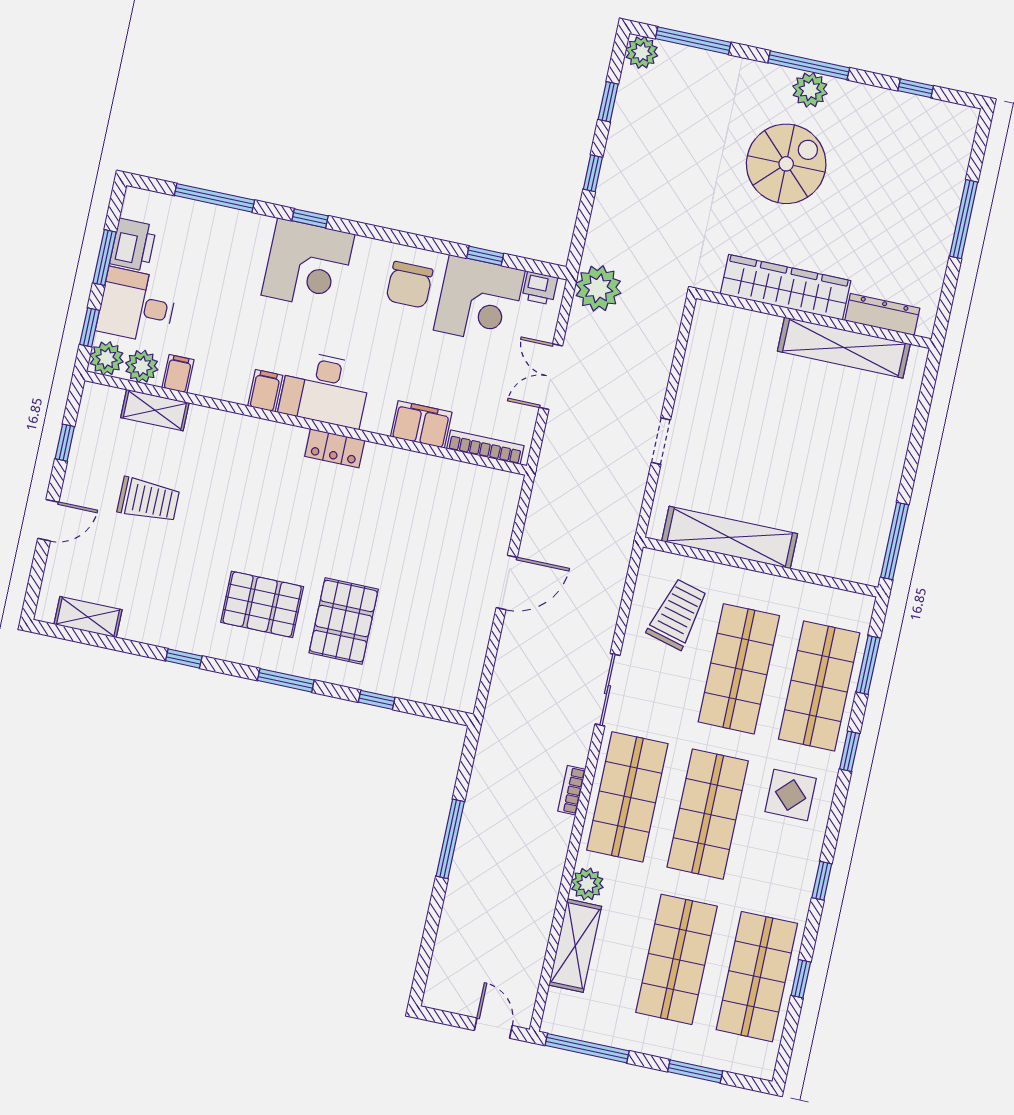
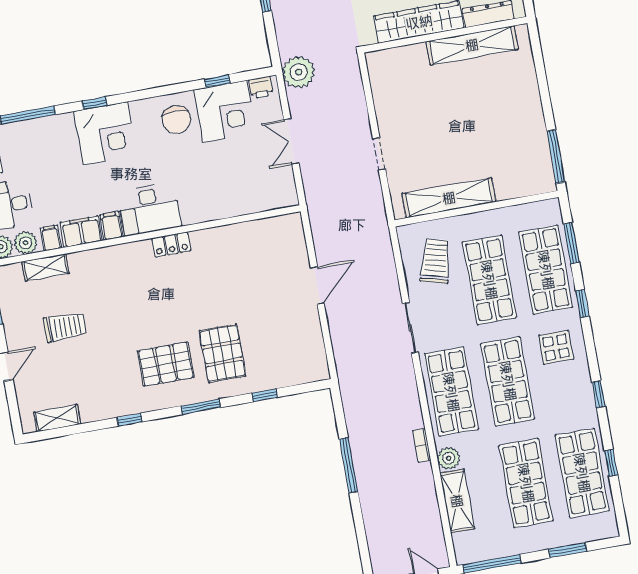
filing cabinet: (421, 424) -> (81, 231), moved
bookcase: (485, 447) -> (268, 204), removed
bookcase: (572, 790) -> (422, 446), moved

